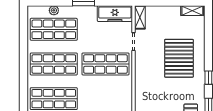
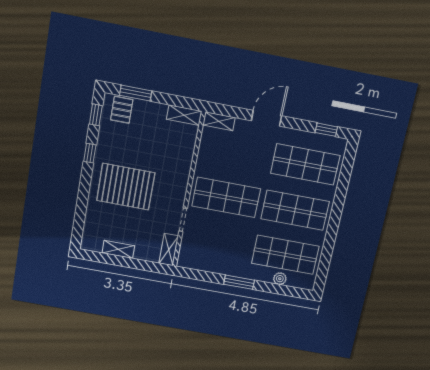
shelving: (192, 11) -> (118, 249), moved
freezer: (115, 14) -> (201, 260), removed
pallet: (179, 58) -> (126, 187), turned 90

